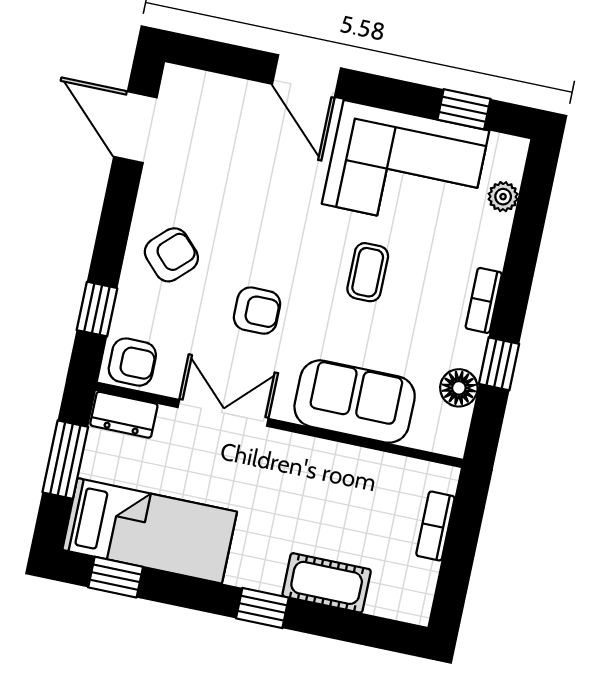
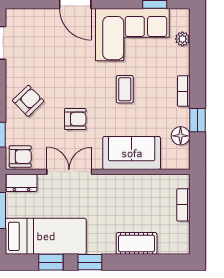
window: (116, 577) -> (51, 262), moved
window: (262, 608) -> (90, 262), moved

